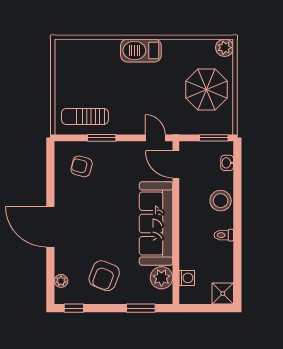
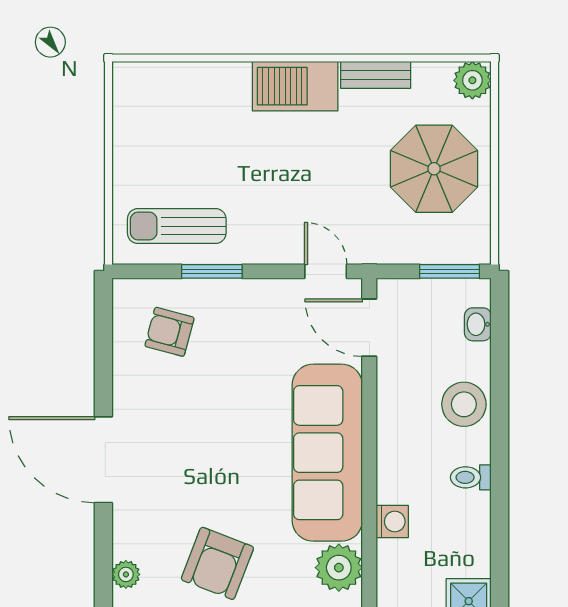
bench: (179, 45) -> (376, 75), added
washing machine: (187, 278) -> (392, 522), moved

